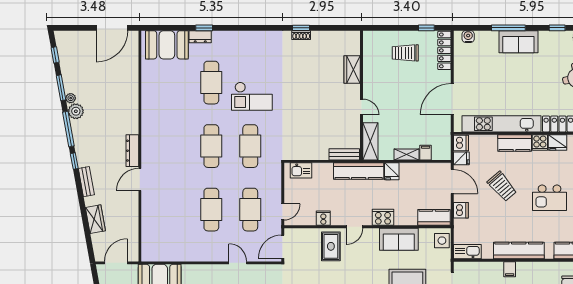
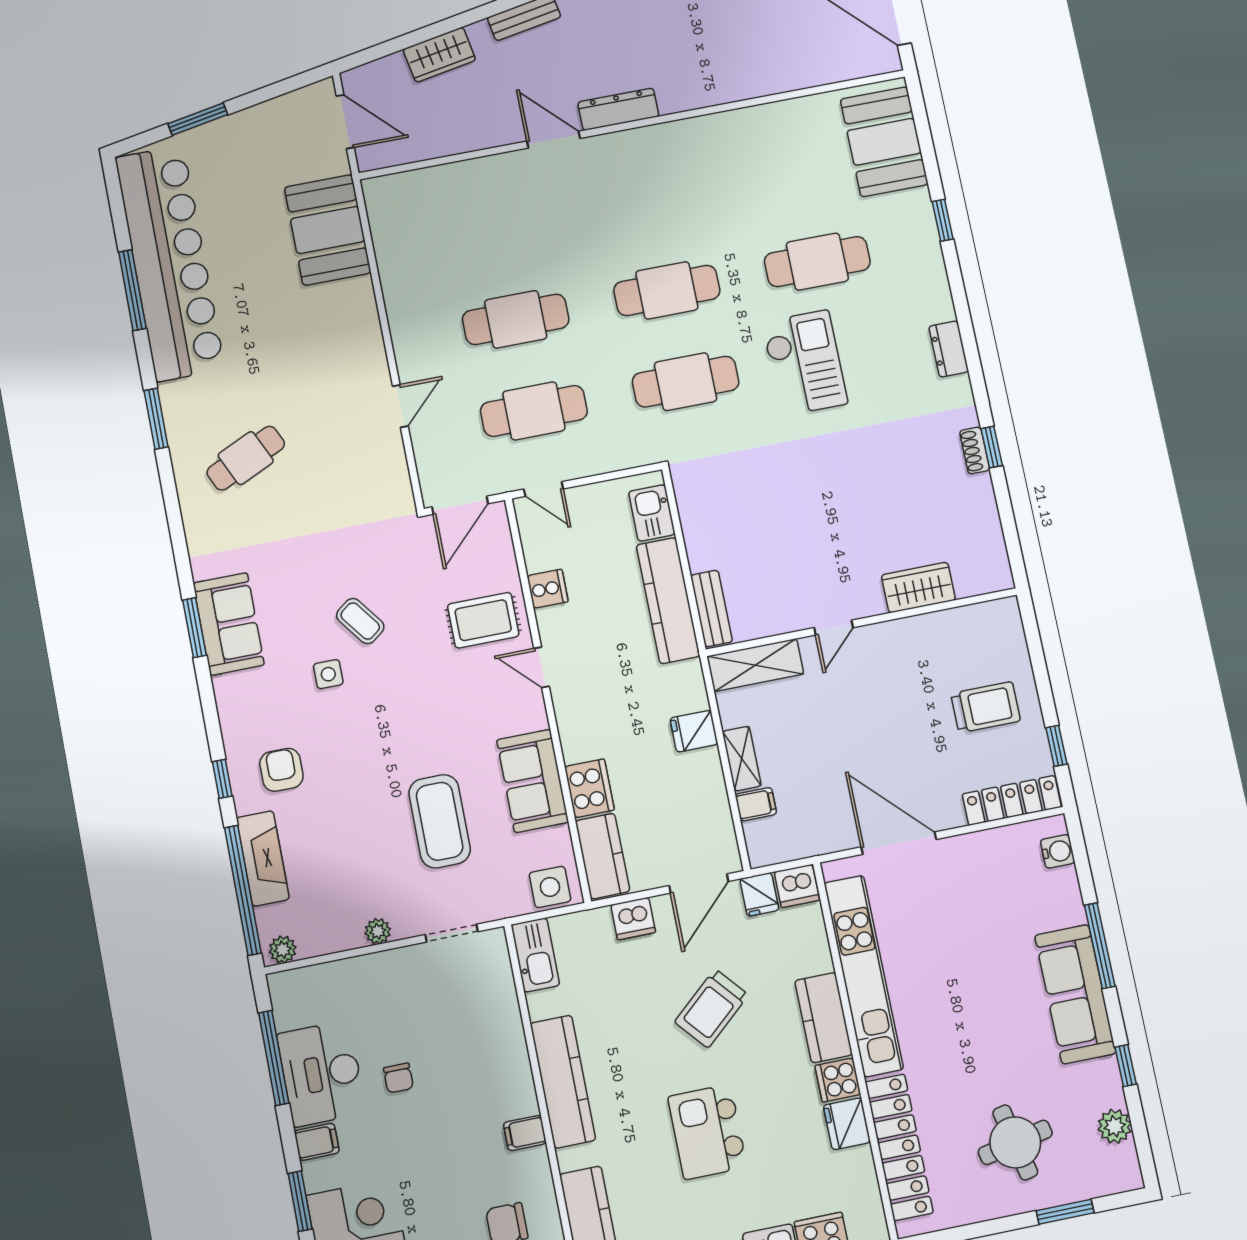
dresser: (200, 37) -> (949, 349), moved
sofa: (518, 42) -> (1075, 994), width x1.36
trolley: (405, 53) -> (986, 707), turned 90
checkout: (252, 96) -> (805, 363), turned 180
kitchen counter: (359, 171) -> (668, 601), moved
cooker: (383, 217) -> (589, 788), moved
door: (283, 247) -> (460, 505), swing flipped
filing cabinet: (510, 269) -> (525, 1133), moved

